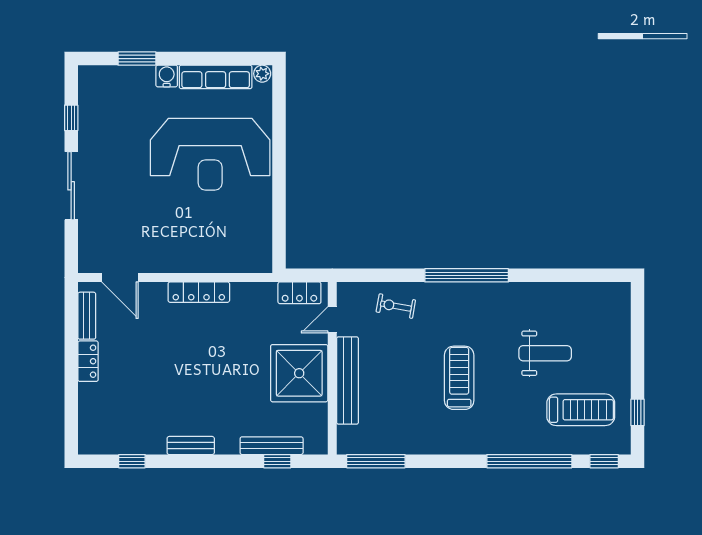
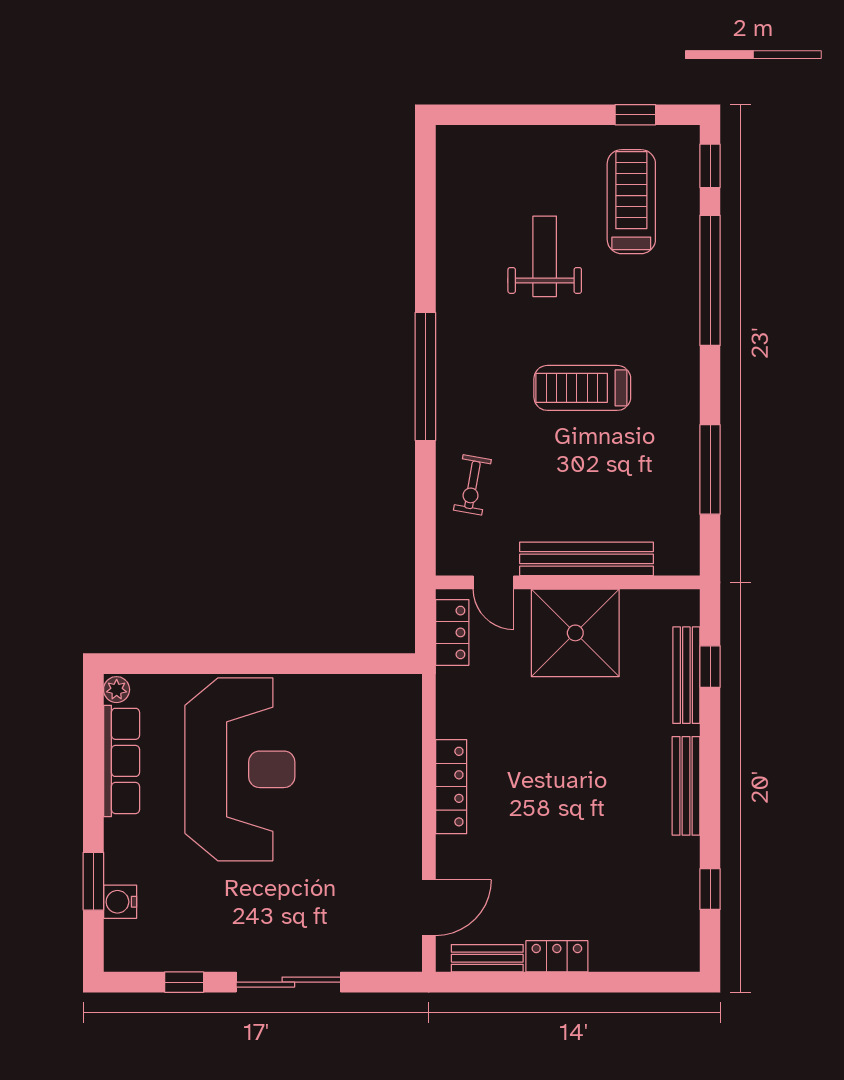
water cooler: (167, 76) -> (120, 902), moved
bench: (191, 446) -> (686, 786), width x1.36
window: (376, 461) -> (710, 469), moved

